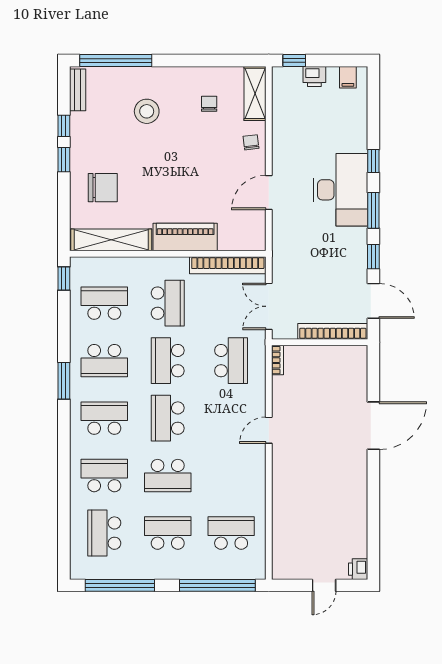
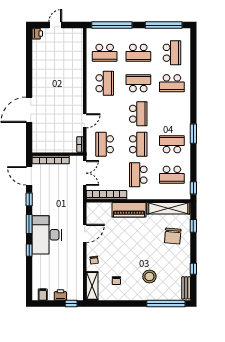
window: (64, 160) -> (193, 226), moved
chair: (103, 188) -> (173, 236), turned -85
school desk: (104, 418) -> (105, 83), moved, turned -90
door: (269, 430) -> (85, 121), moved

